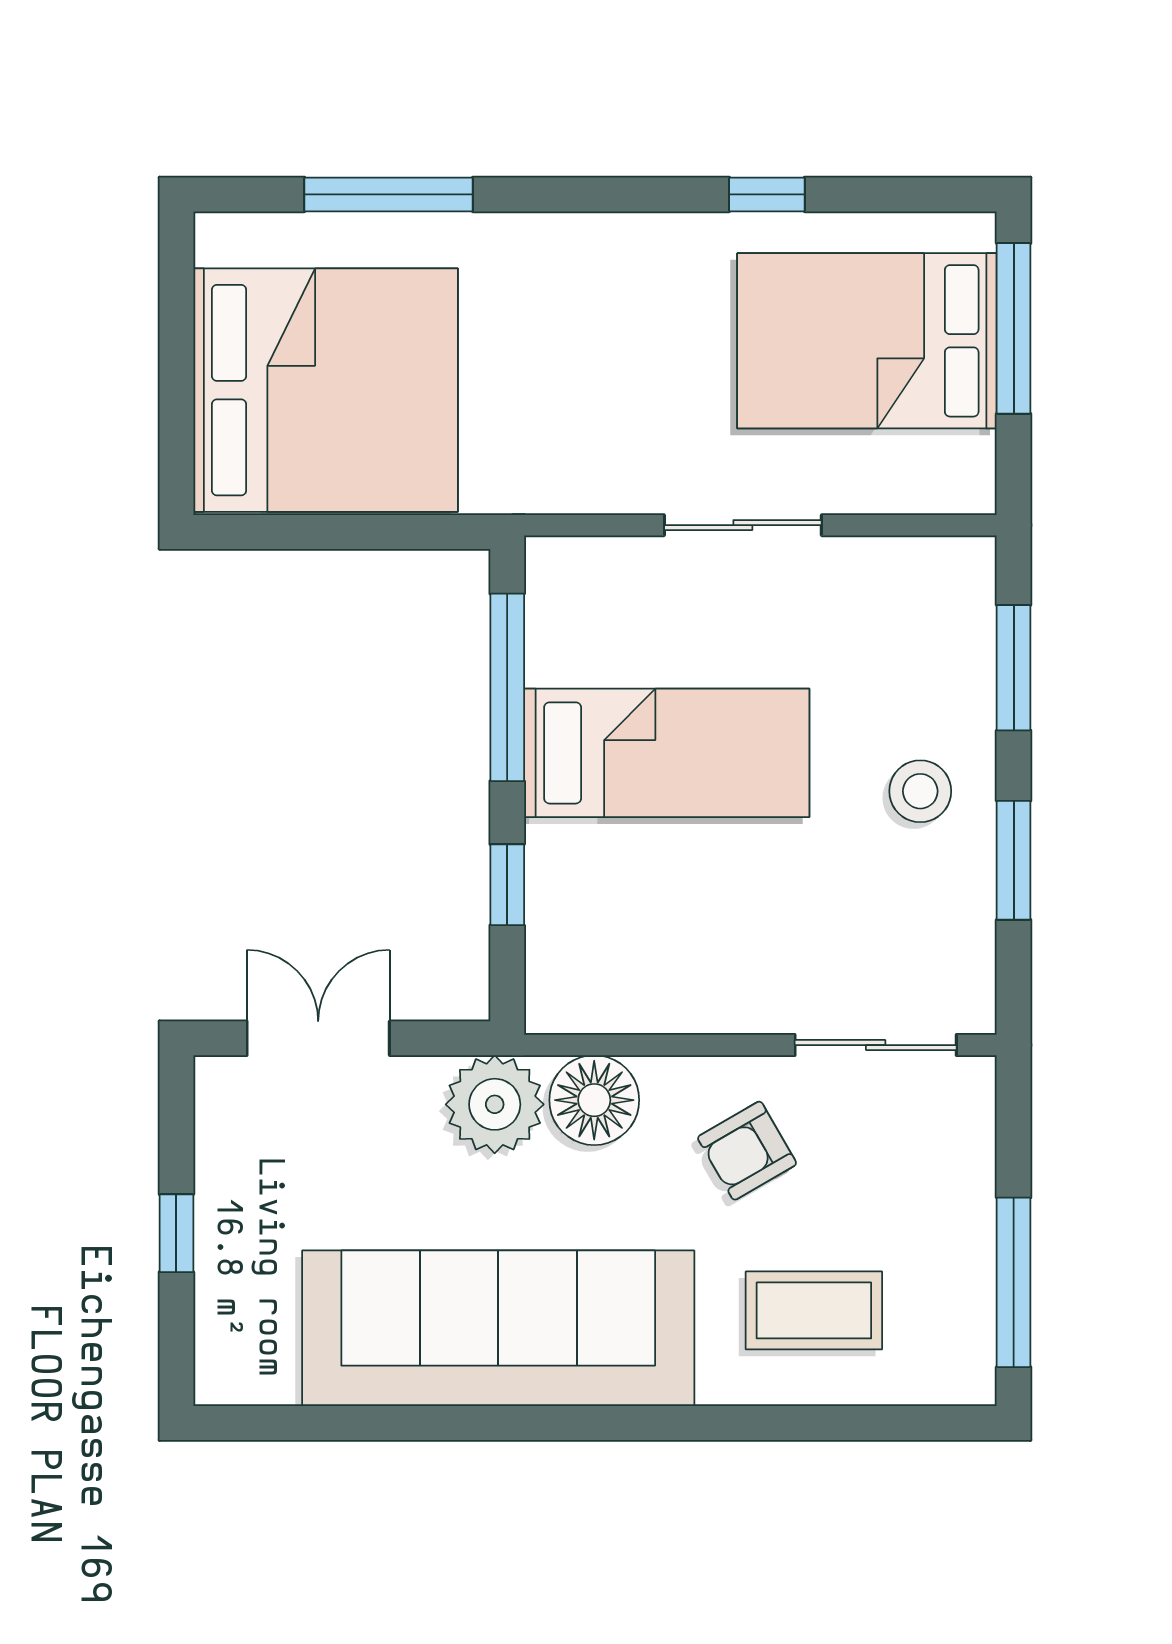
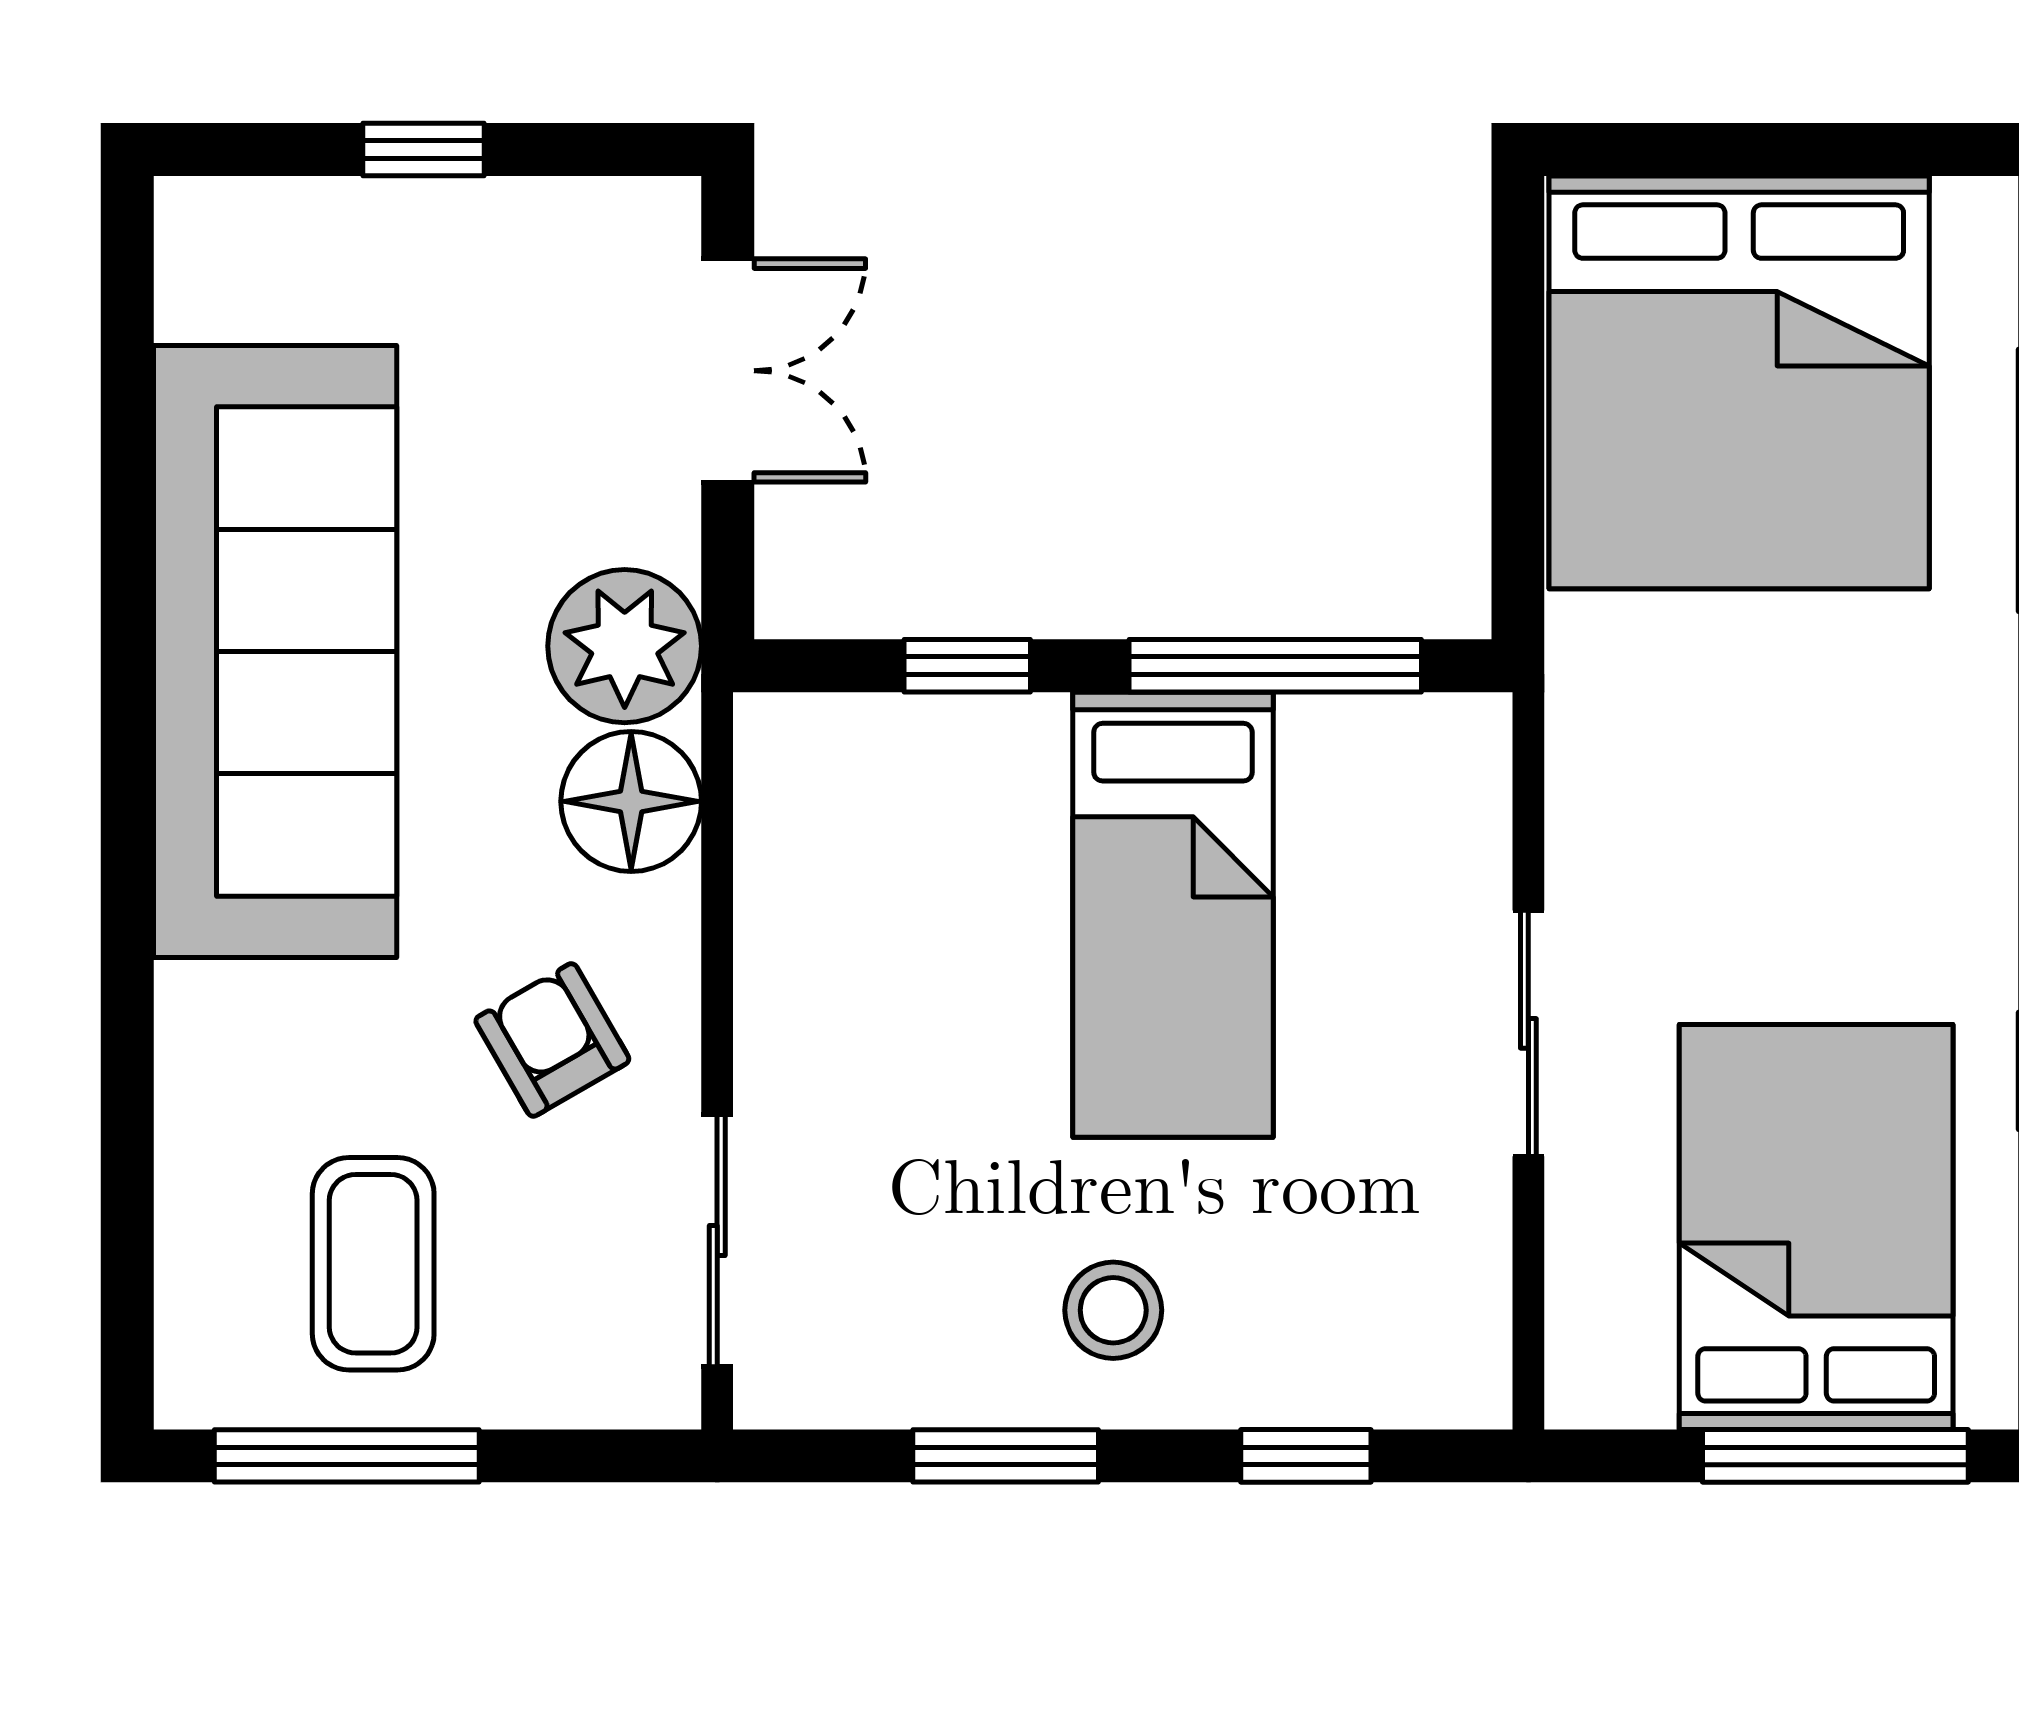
window: (1014, 668) -> (1306, 1456), width x0.67
coffee table: (814, 1310) -> (373, 1264), moved

